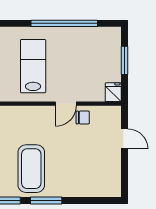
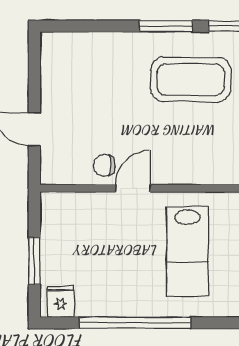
fridge: (113, 92) -> (61, 301), moved, turned 180
coffee table: (31, 169) -> (191, 79), turned 90

